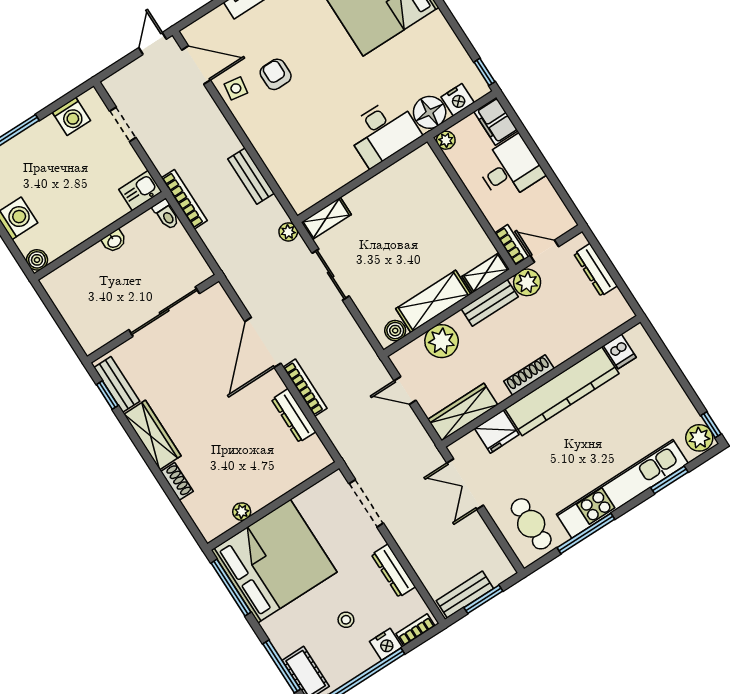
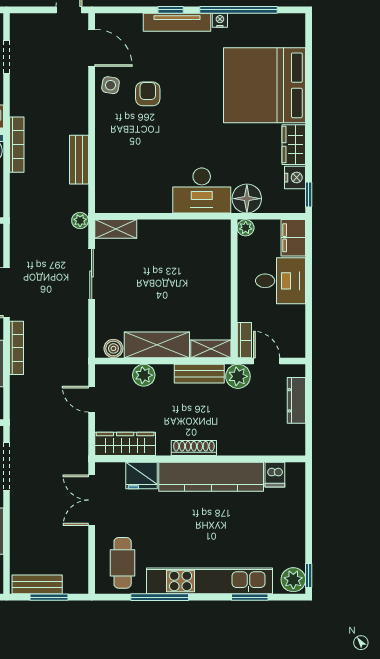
wardrobe: (441, 34) -> (294, 145), added
nightstand: (458, 100) -> (295, 178), moved, turned -90
plant: (442, 341) -> (144, 375), width x0.73, depth x0.73

